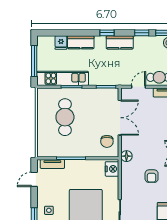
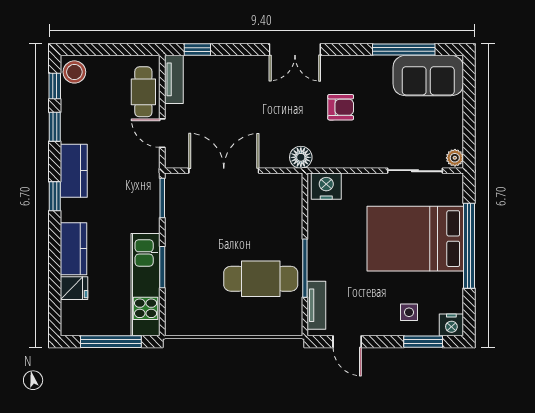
cafe table: (65, 117) -> (261, 279), moved
chair: (107, 141) -> (271, 196), removed

